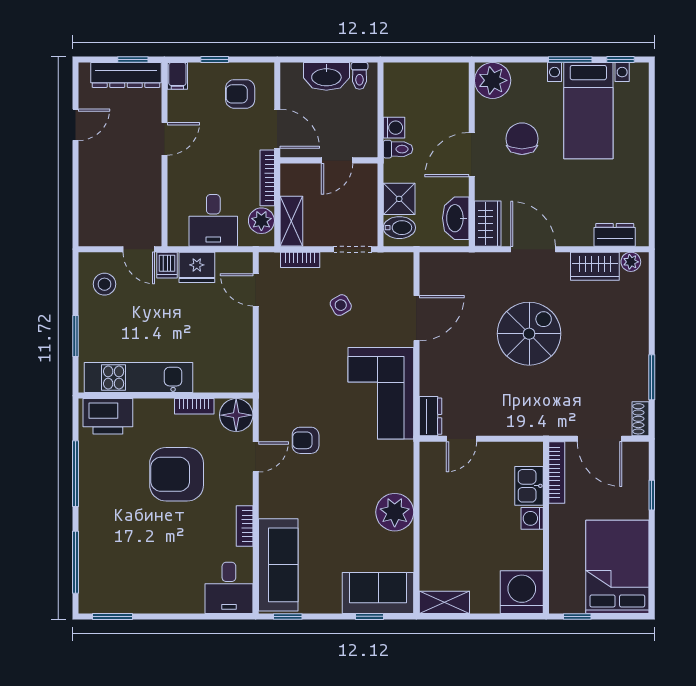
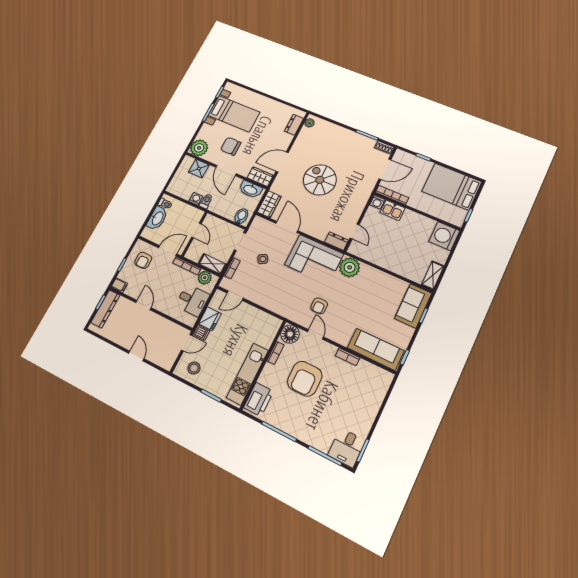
door: (76, 125) -> (136, 356), moved
shower: (399, 199) -> (199, 169), moved
wardrobe: (595, 266) -> (269, 204), moved
plant: (395, 512) -> (350, 267), moved
washing machine: (532, 518) -> (377, 202), moved
desk: (229, 588) -> (347, 448), moved, turned 90

